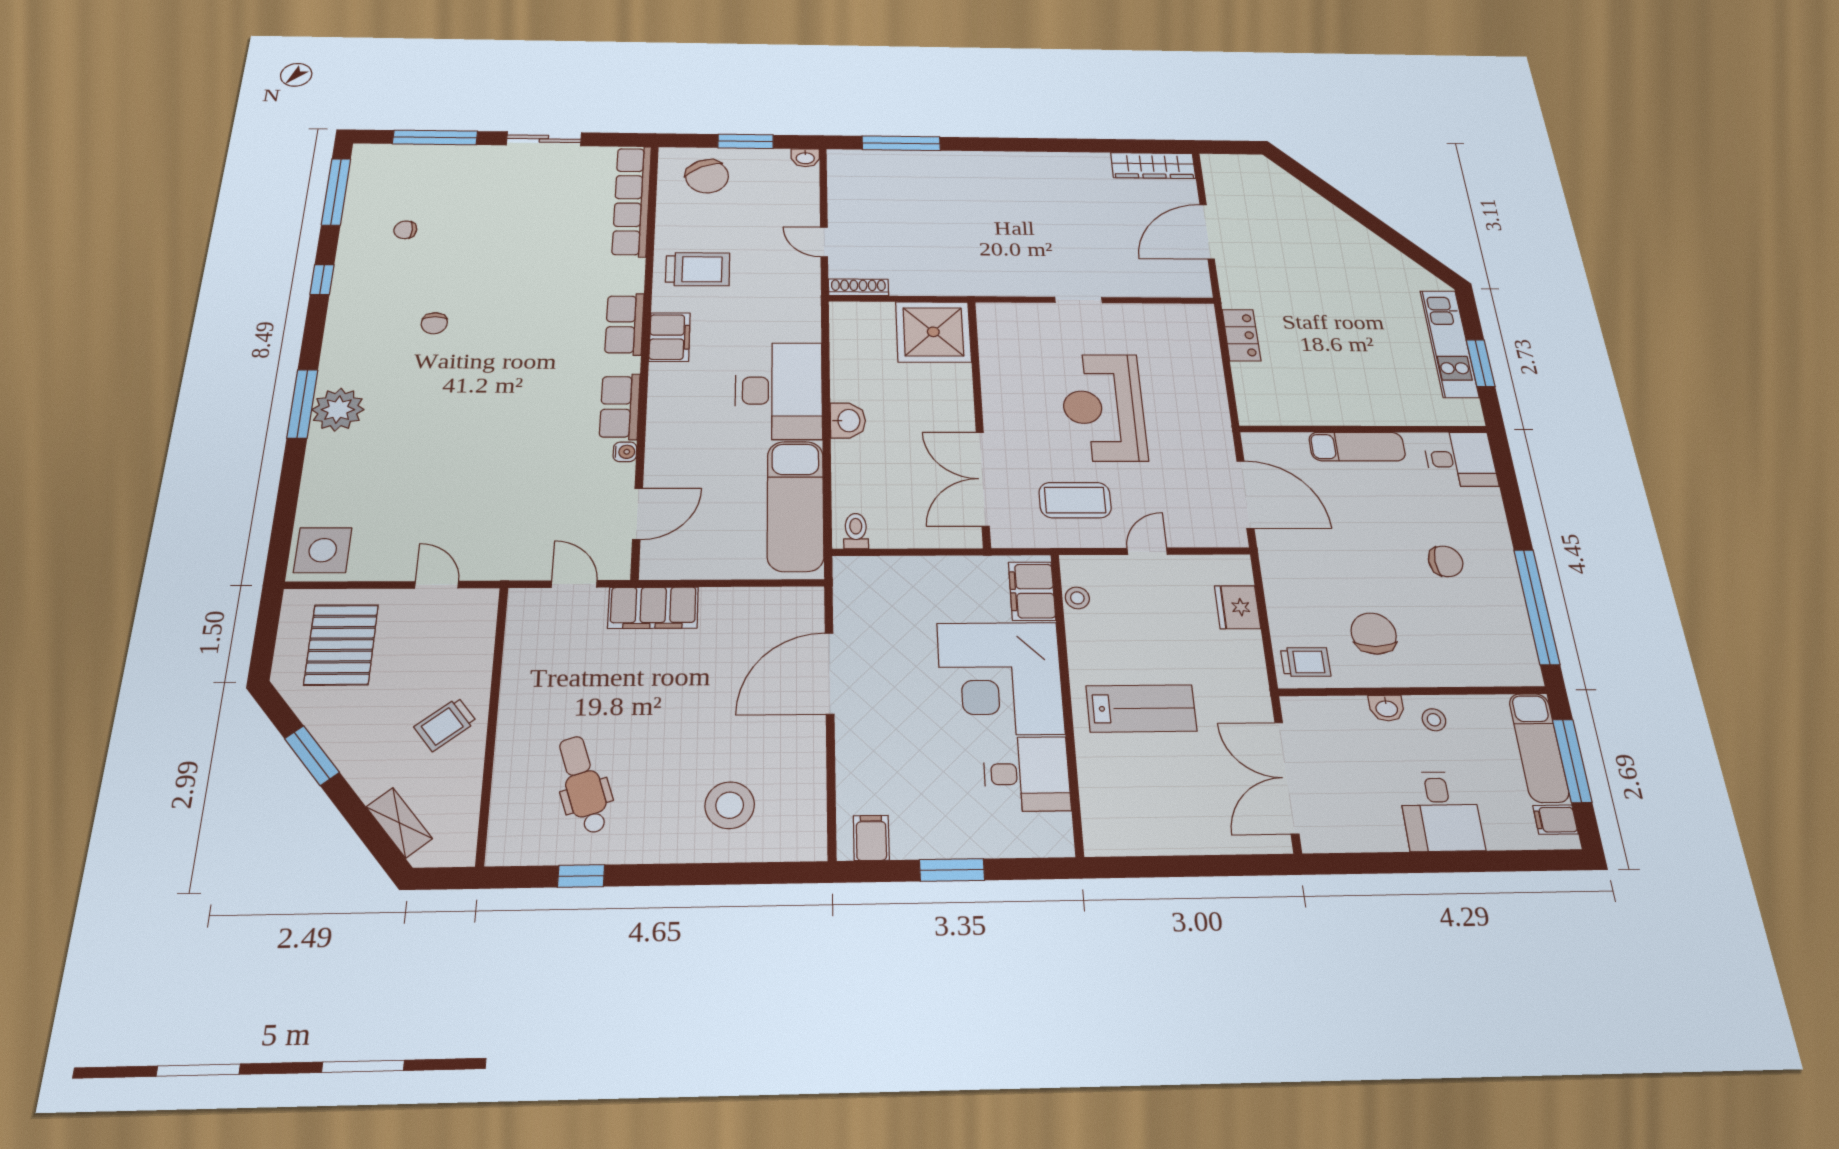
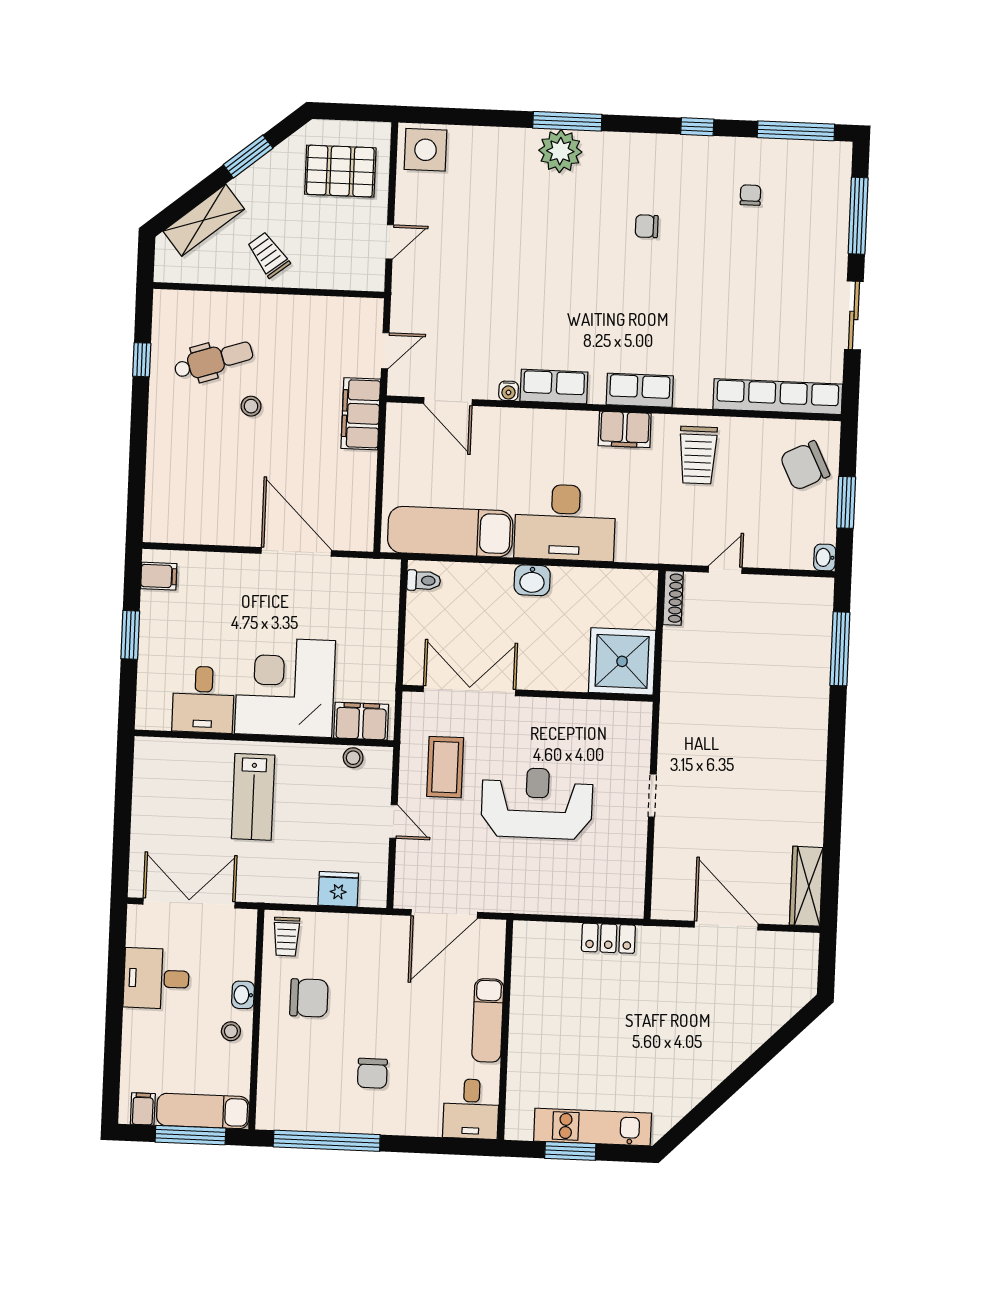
stool: (730, 805) -> (251, 406), moved, width x0.53, depth x0.53
desk: (1441, 811) -> (156, 978), moved
shelving: (399, 823) -> (204, 220), width x1.50, depth x1.33

